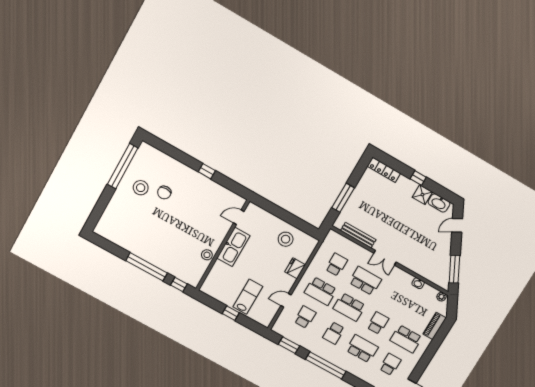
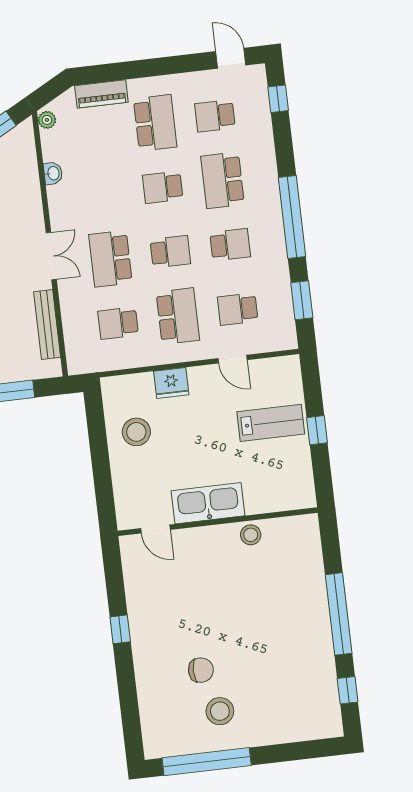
window: (179, 285) -> (348, 690), moved
lab bench: (248, 297) -> (271, 423), turned 180
school desk: (349, 307) -> (170, 252), width x0.54

